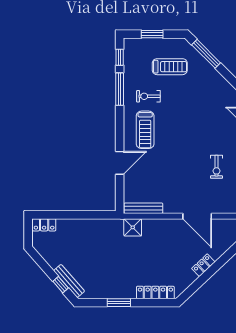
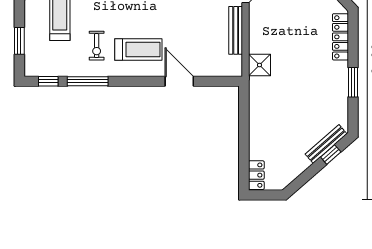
bench: (143, 208) -> (236, 30), moved

